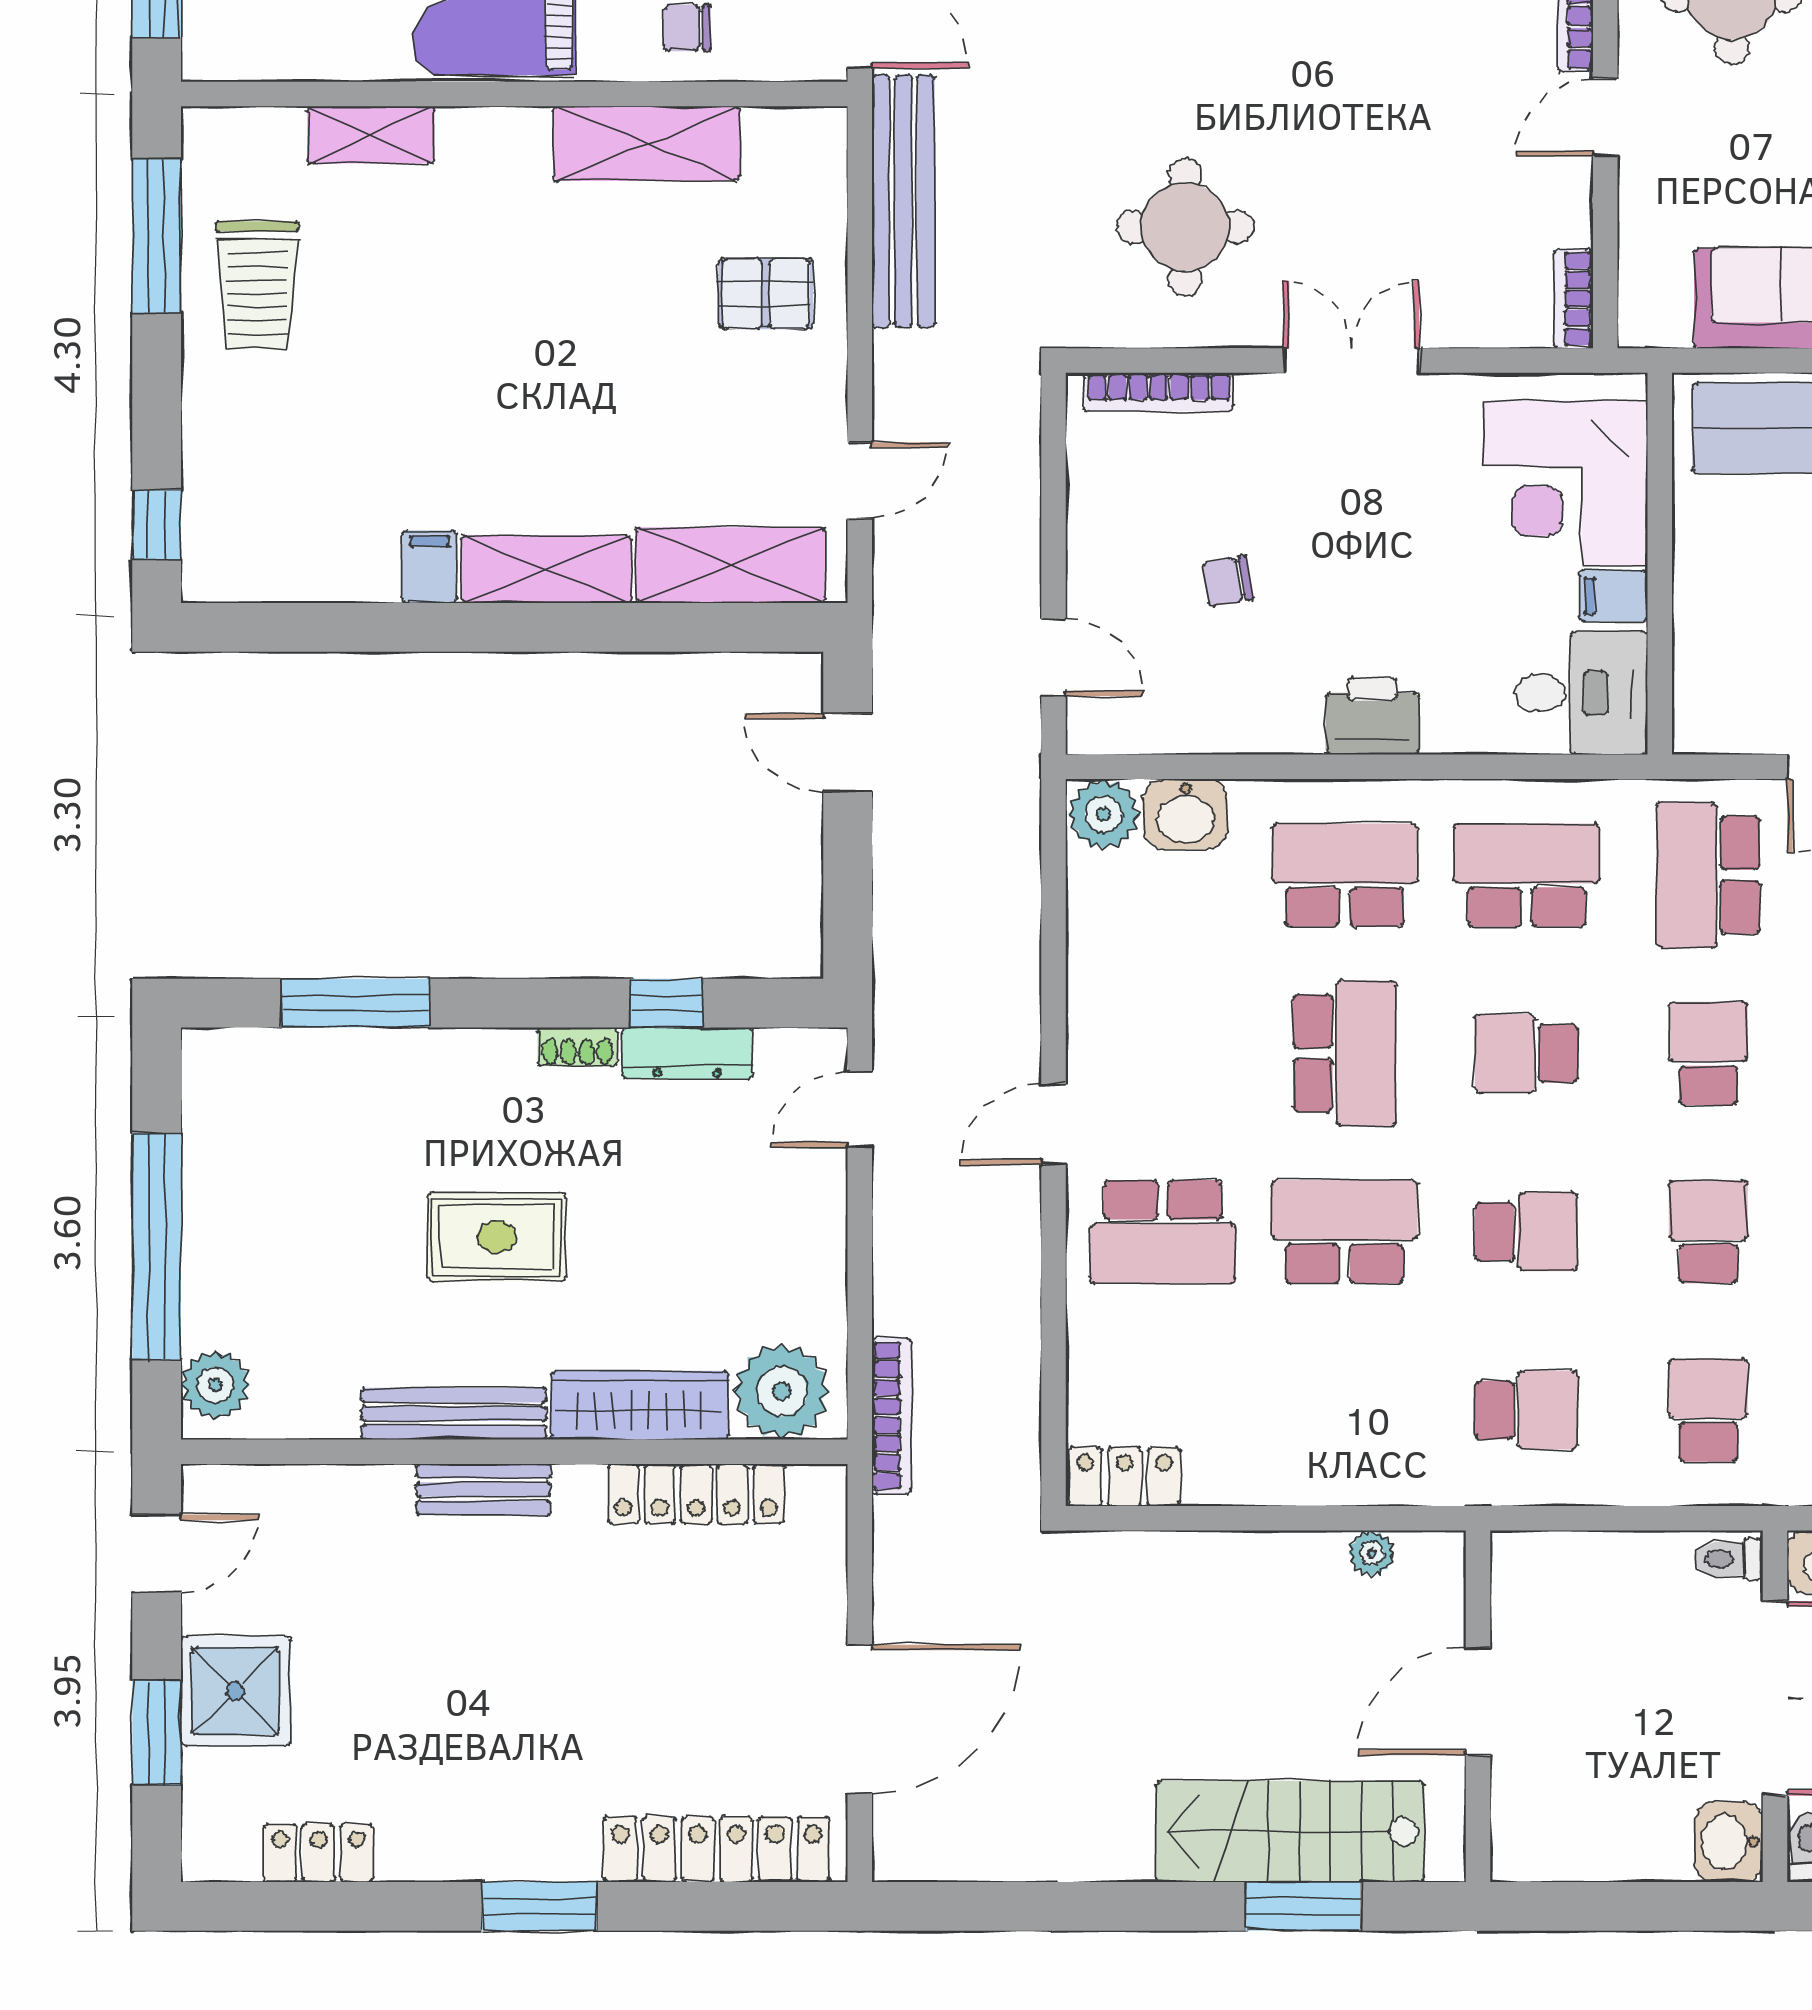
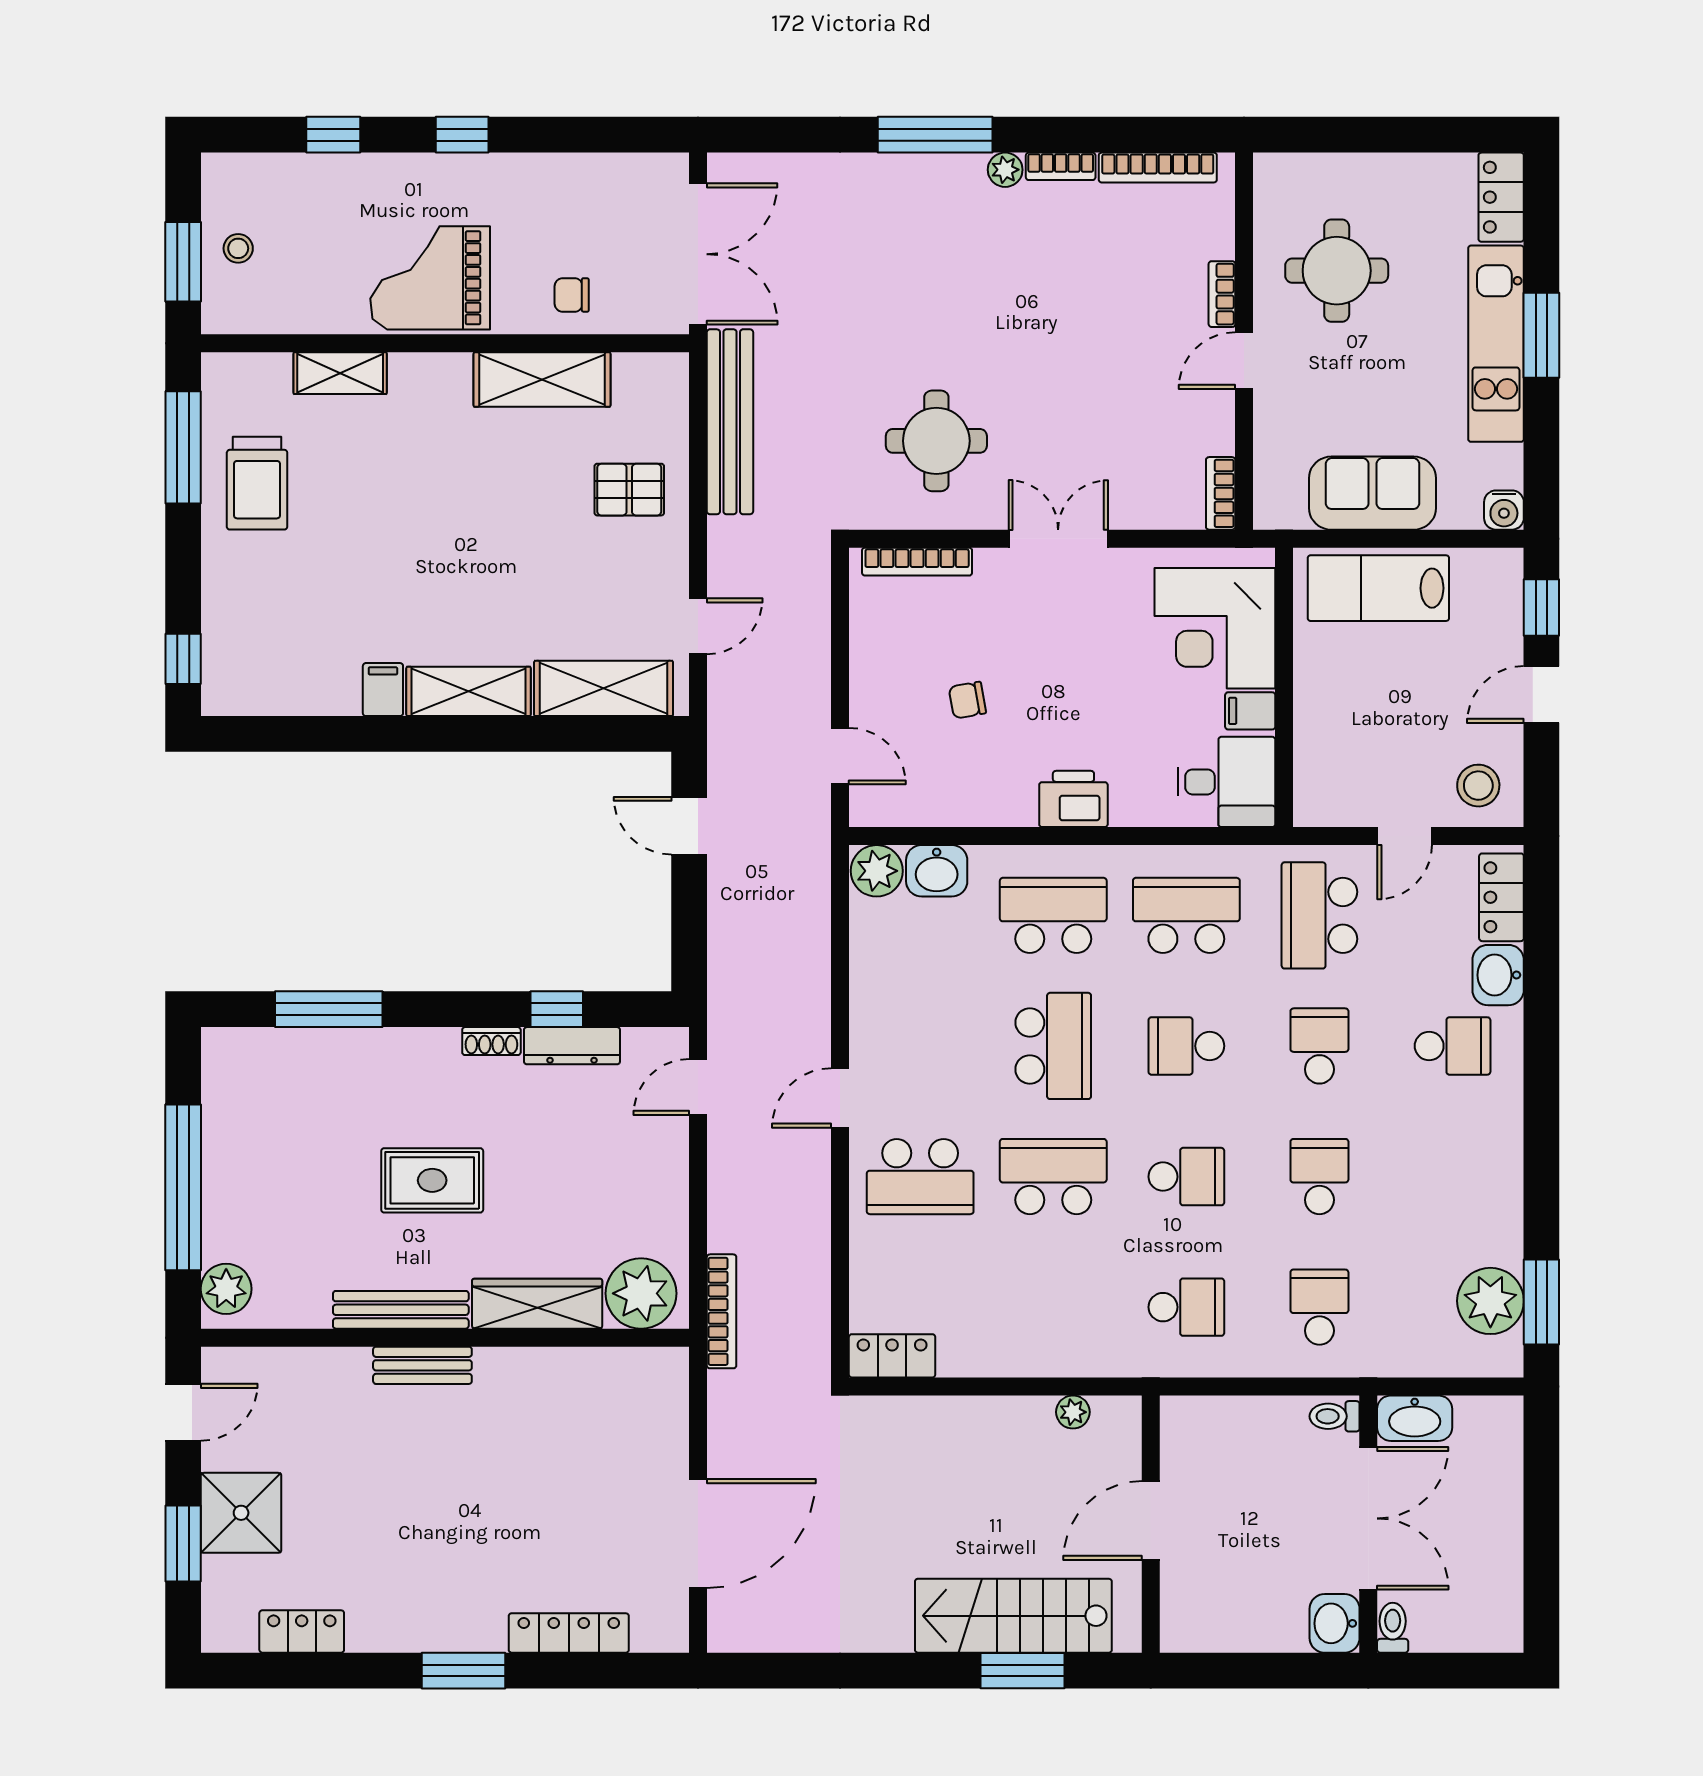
locker: (696, 1494) -> (578, 1369), removed
locker: (717, 1849) -> (569, 1633), width x0.71, depth x0.83

